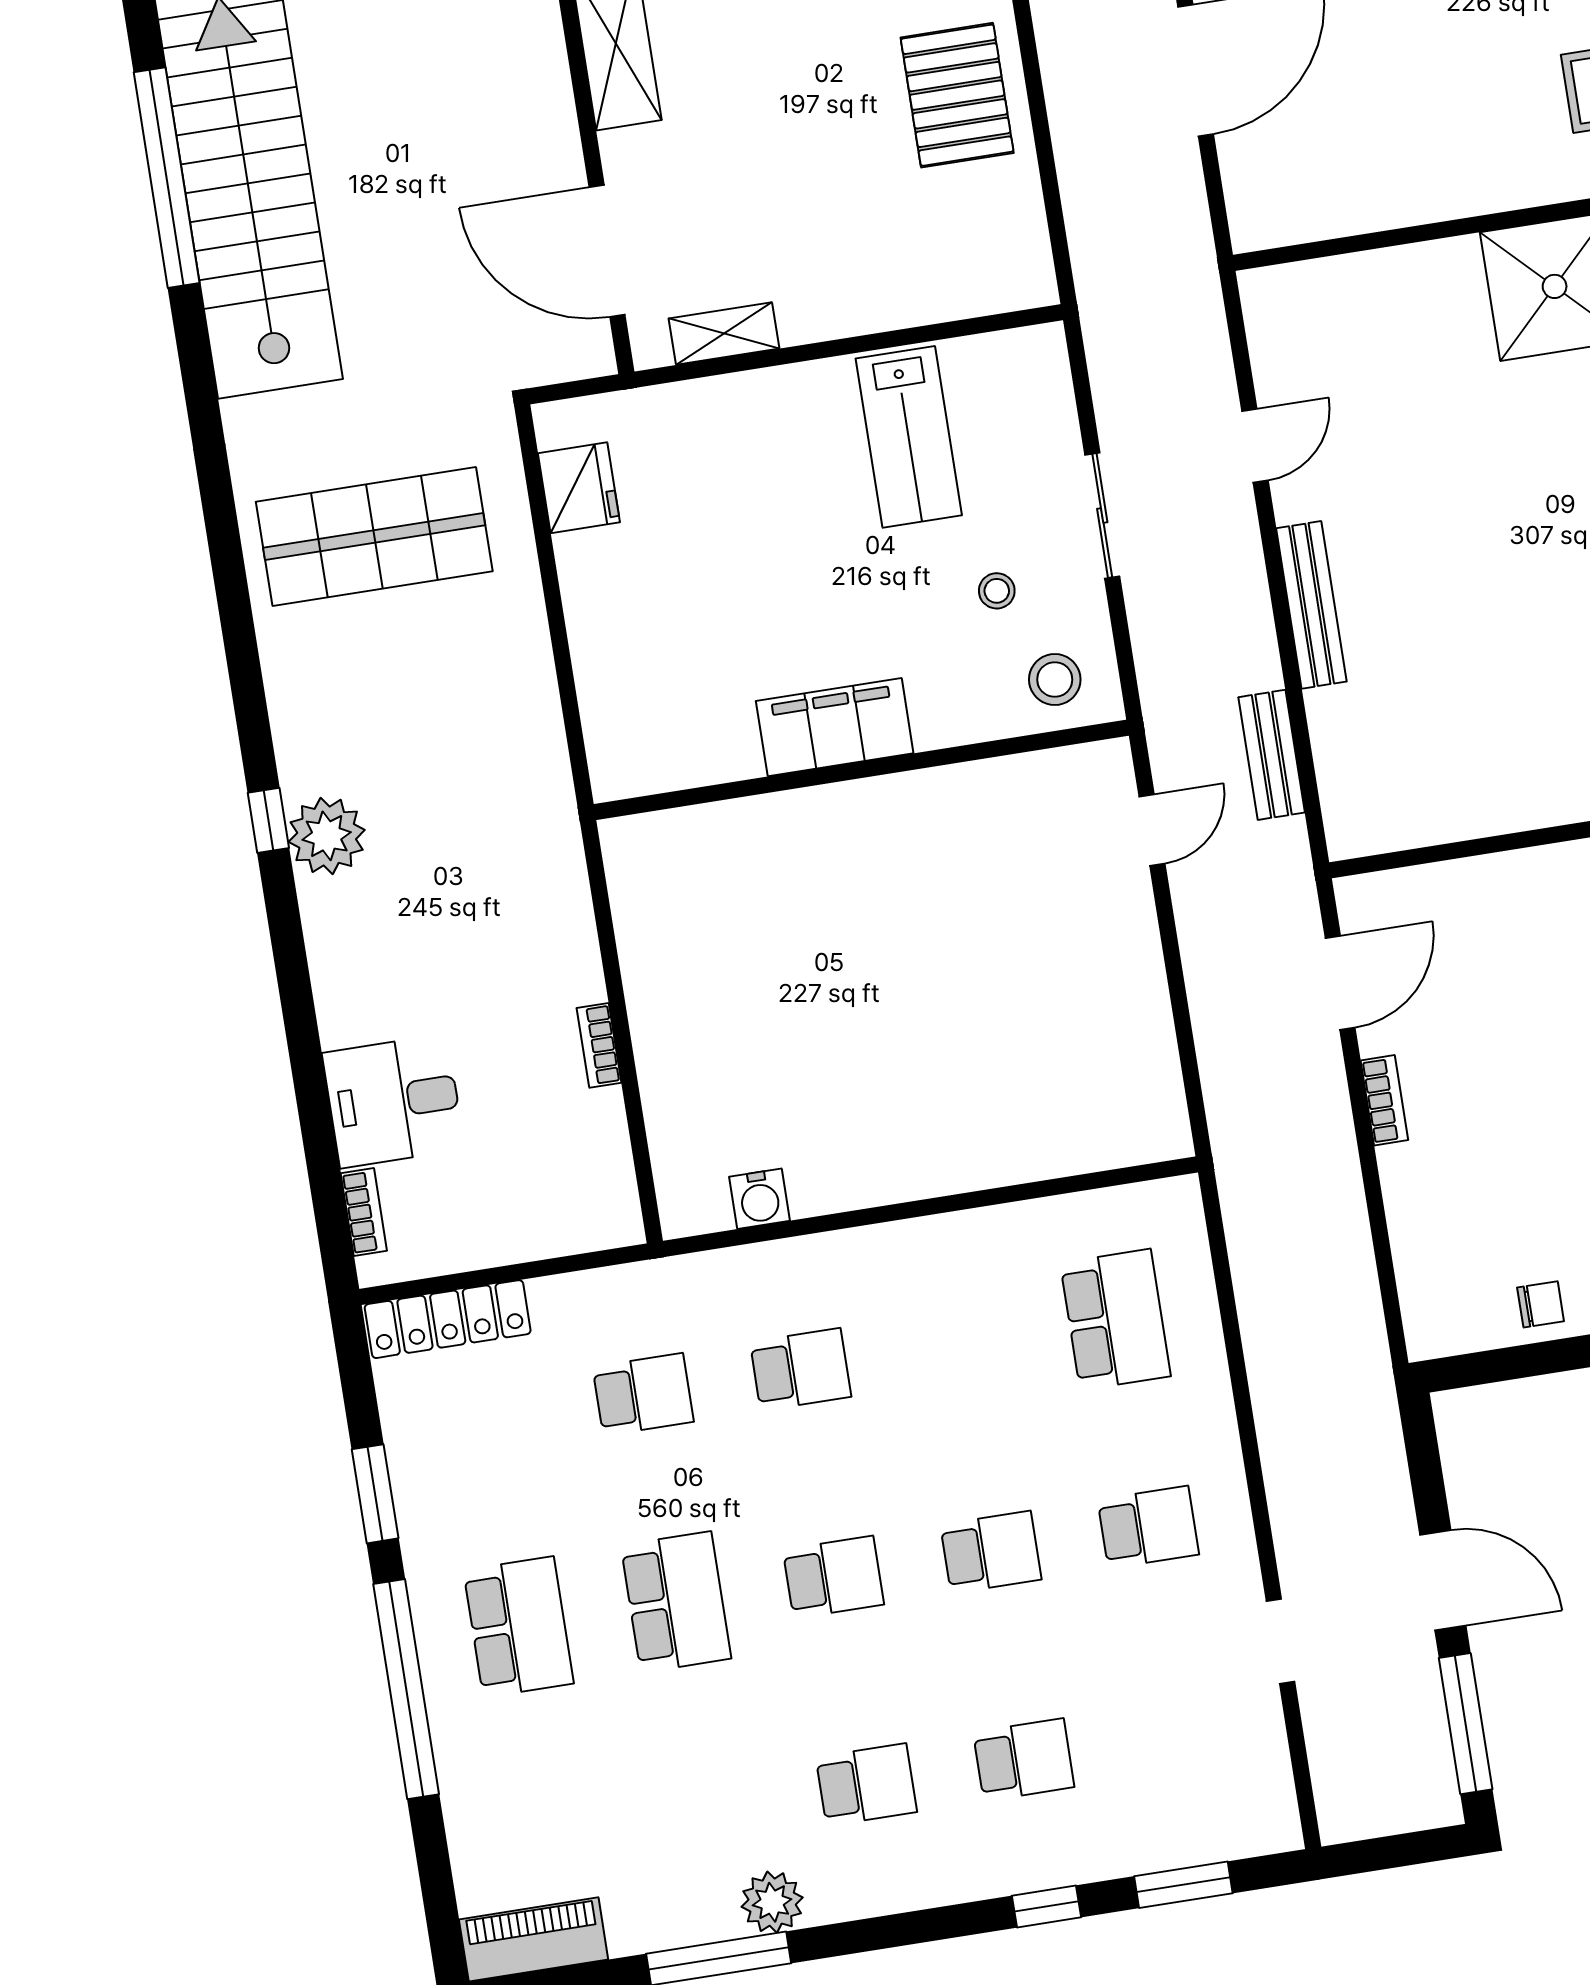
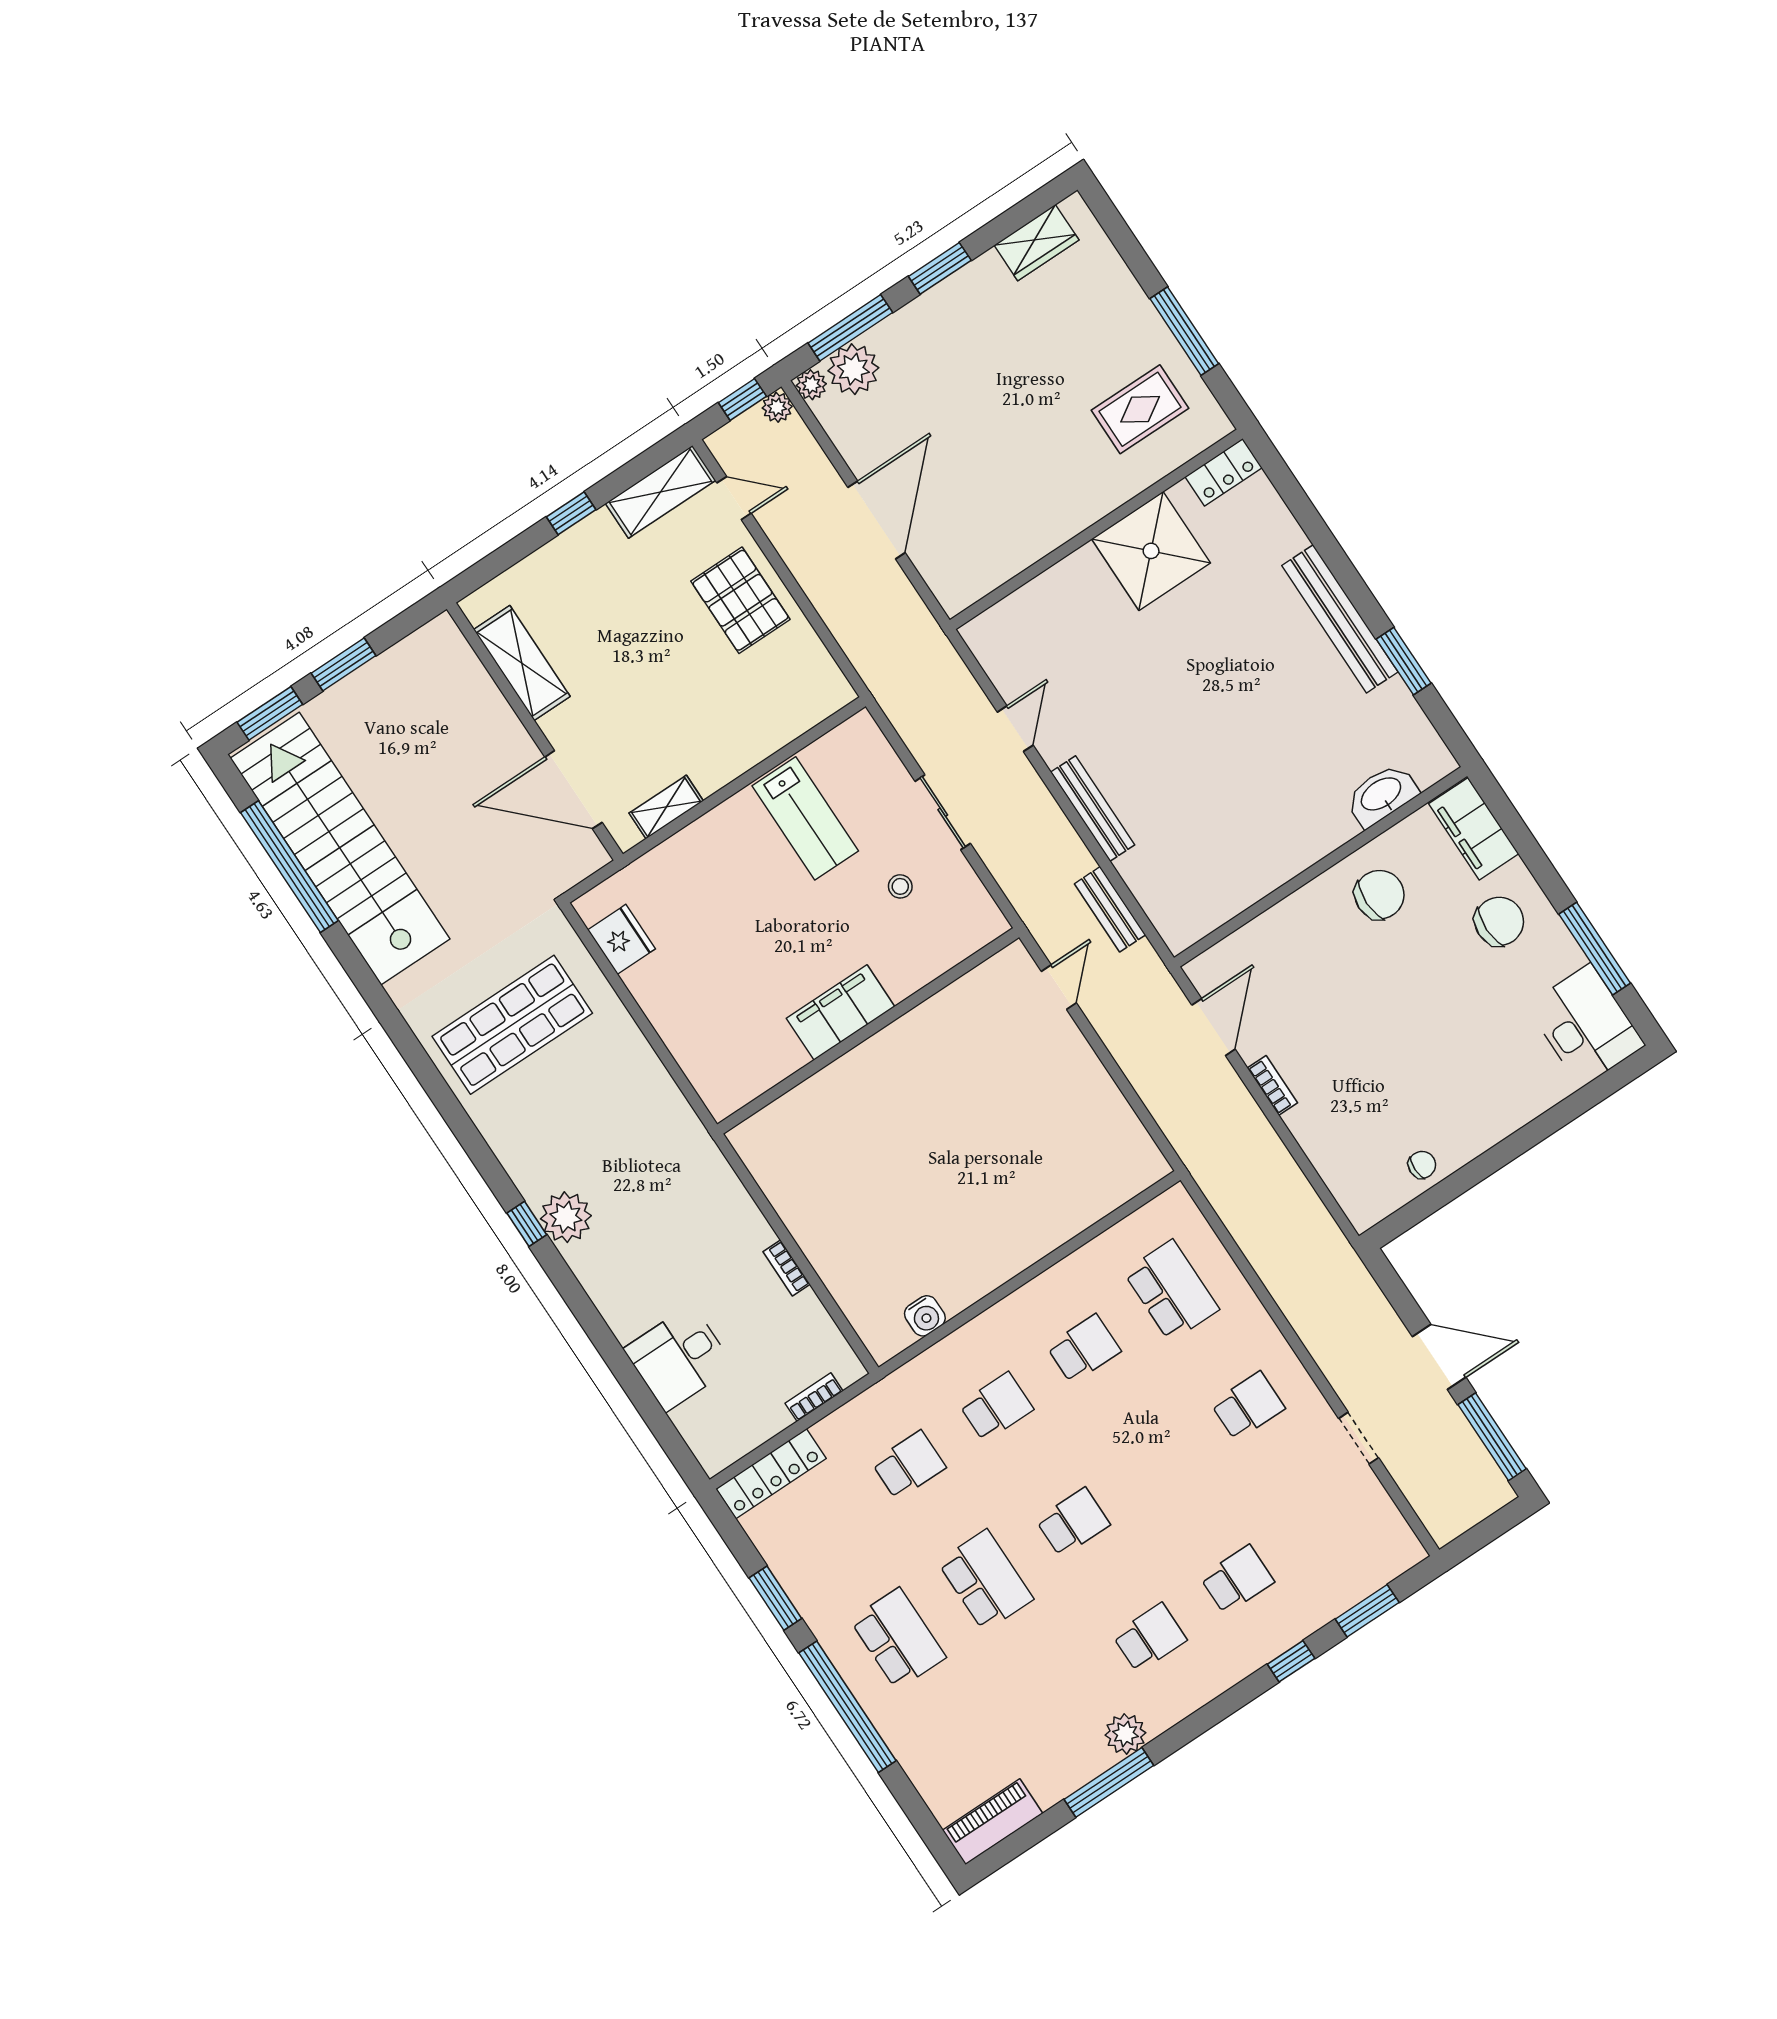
stool: (1055, 680) -> (959, 924), removed
bookcase: (364, 1212) -> (814, 1397), moved, turned -90
school desk: (991, 1552) -> (1084, 1349), moved

